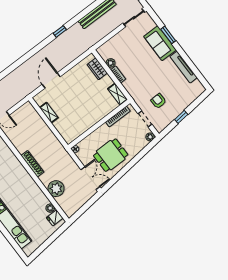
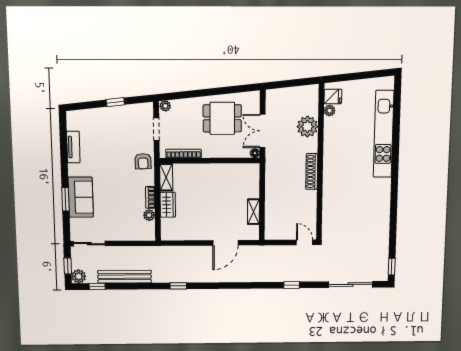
tv unit: (184, 67) -> (73, 147), width x0.71
wardrobe: (97, 69) -> (168, 205), moved
armchair: (158, 101) -> (143, 161), moved
double door: (90, 178) -> (262, 131), moved

